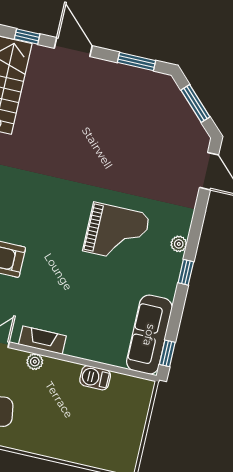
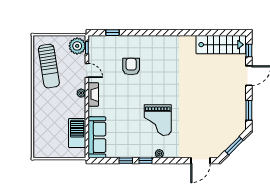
sofa: (149, 335) -> (97, 137), moved, turned 90
window: (167, 353) -> (126, 161), moved
barbecue: (95, 378) -> (77, 133), width x1.88, depth x1.53

